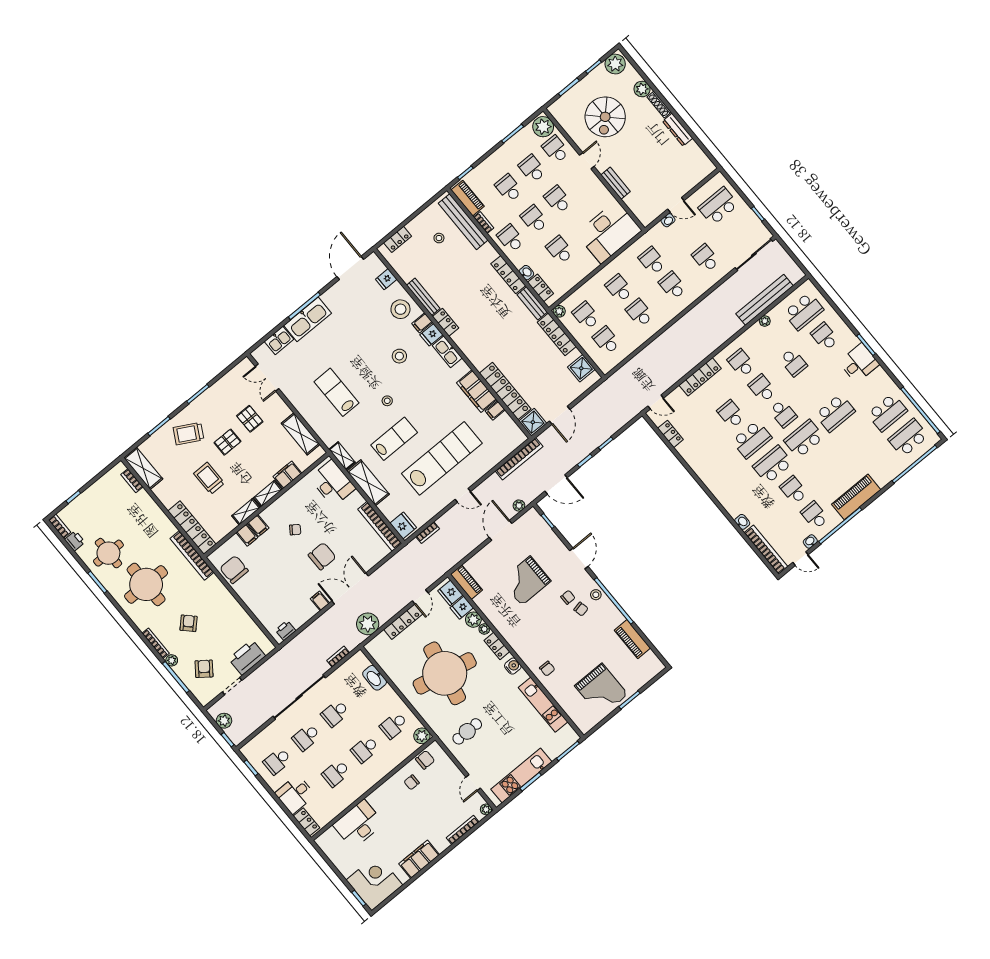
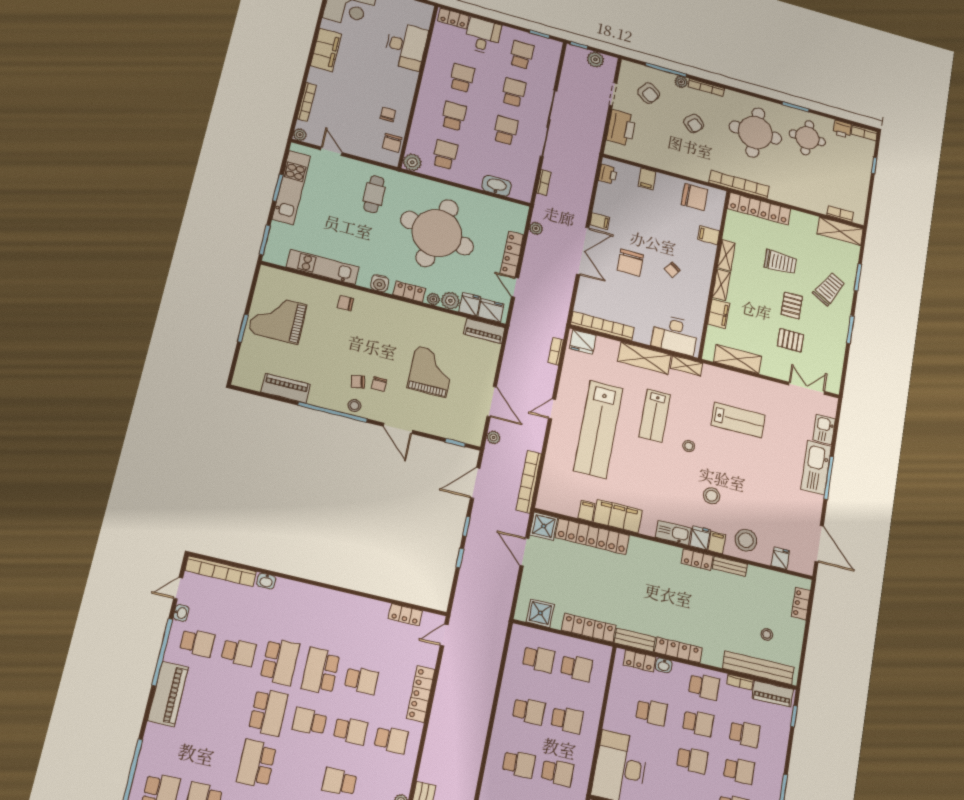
bench: (423, 297) -> (730, 566), width x0.73
plant: (559, 311) -> (604, 652), removed
filing cabinet: (258, 526) -> (647, 179), moved, turned -90
plant: (368, 624) -> (536, 228), width x0.53, depth x0.53

